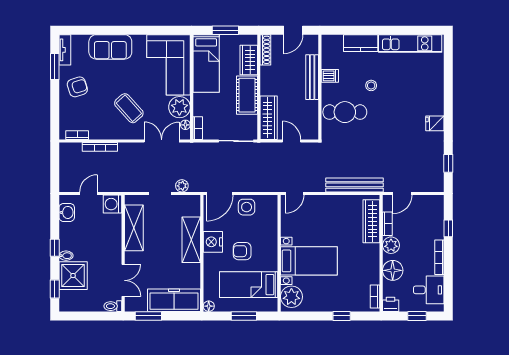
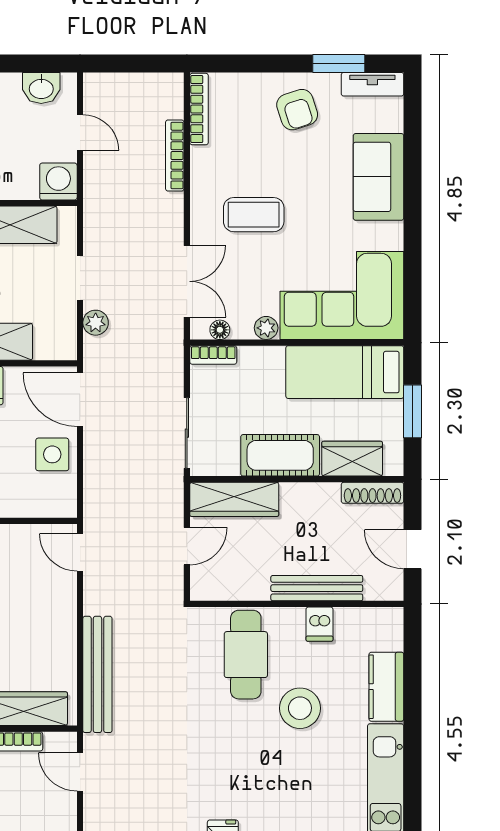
stool: (371, 85) -> (300, 708), width x1.89, depth x1.89
plant: (179, 107) -> (266, 328), width x0.53, depth x0.53
coffee table: (129, 108) -> (254, 215), turned 42
bookcase: (77, 135) -> (199, 109), width x1.56

